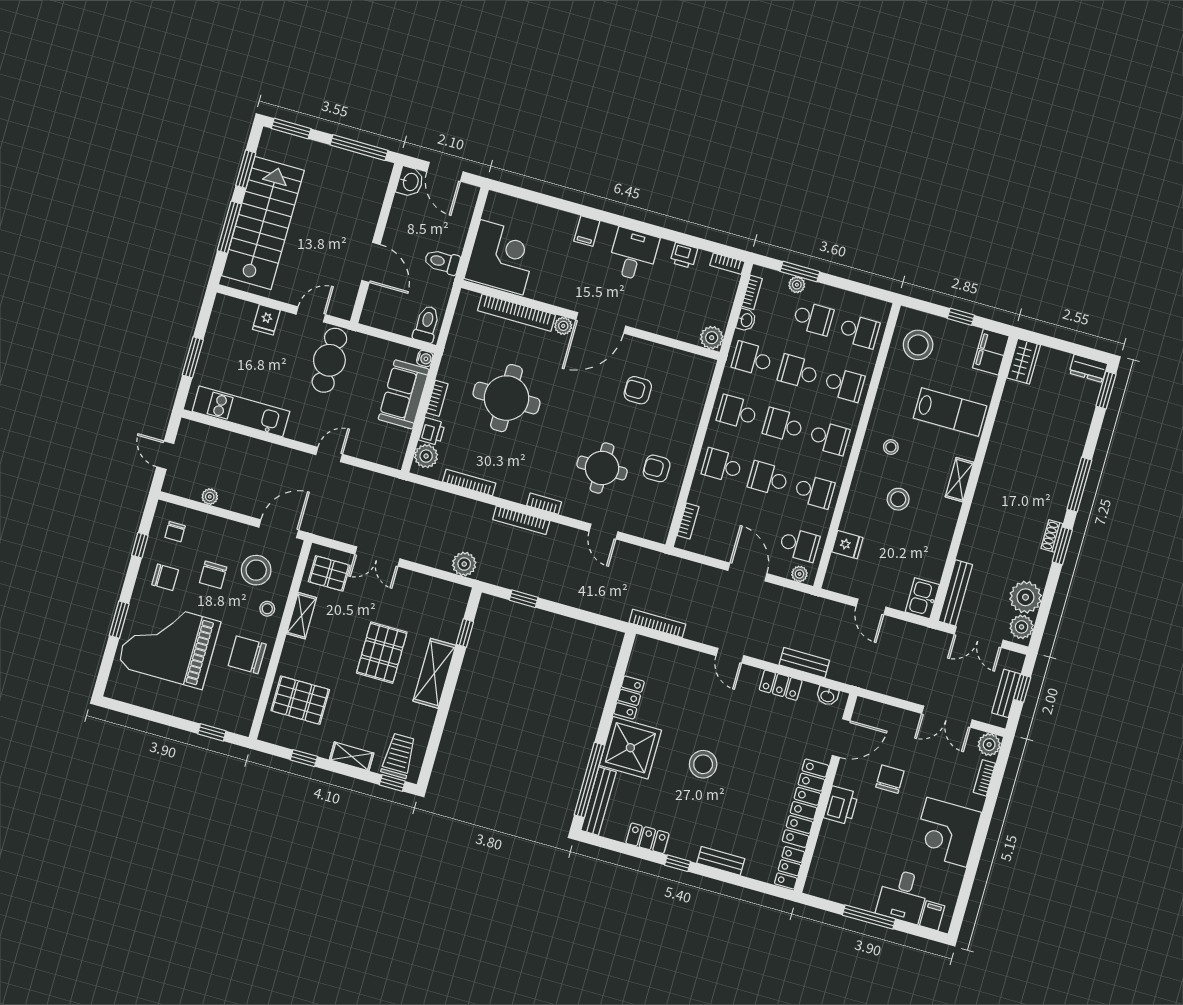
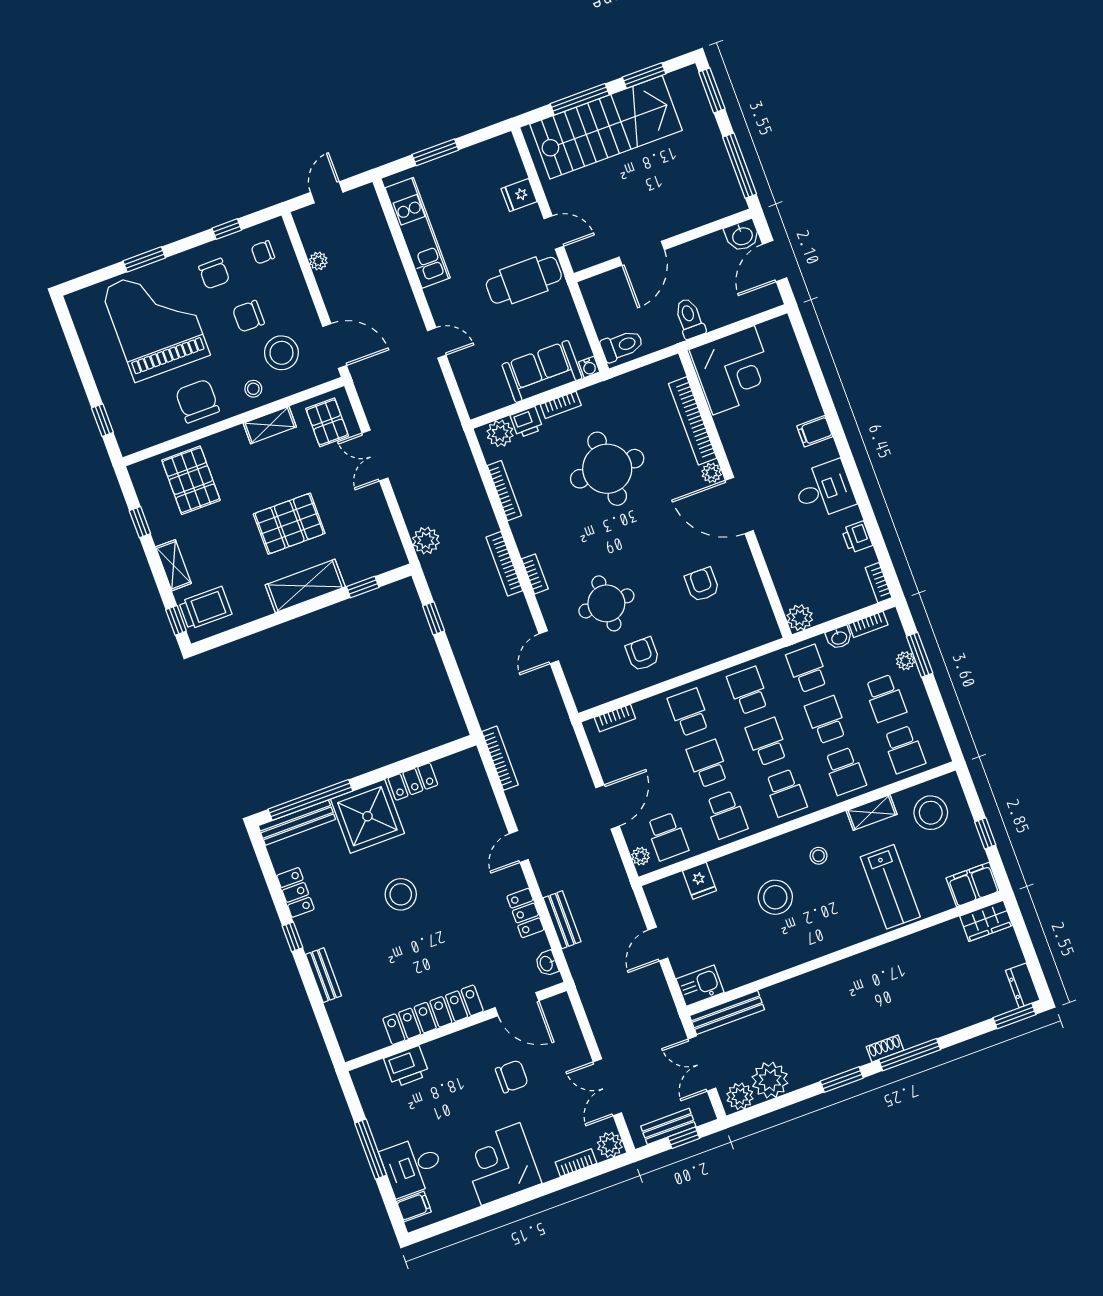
shelving: (960, 480) -> (872, 812), moved
stool: (898, 499) -> (775, 897), width x1.38, depth x1.38
shoe rack: (1052, 536) -> (885, 1048), moved
printer: (841, 805) -> (407, 1067), moved
locker: (789, 868) -> (363, 1043), removed

